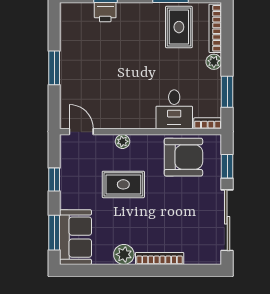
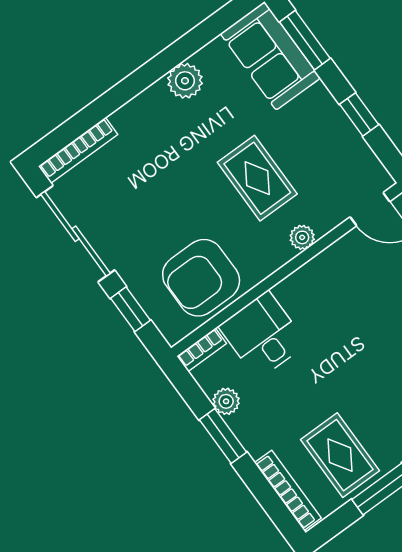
plant: (214, 62) -> (226, 401), moved
window: (227, 92) -> (223, 436), moved
rug: (123, 184) -> (257, 178), turned 90
bookcase: (160, 258) -> (78, 150), moved

